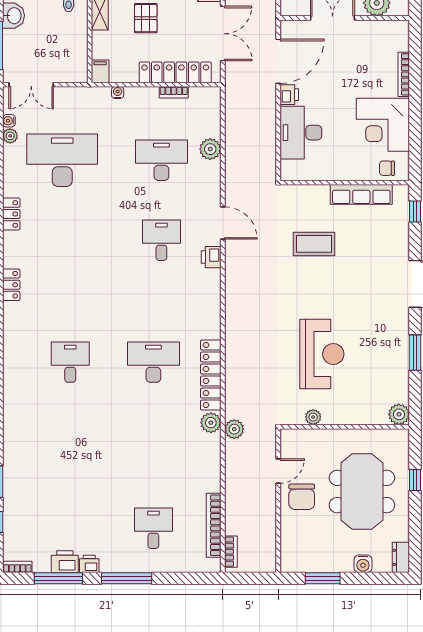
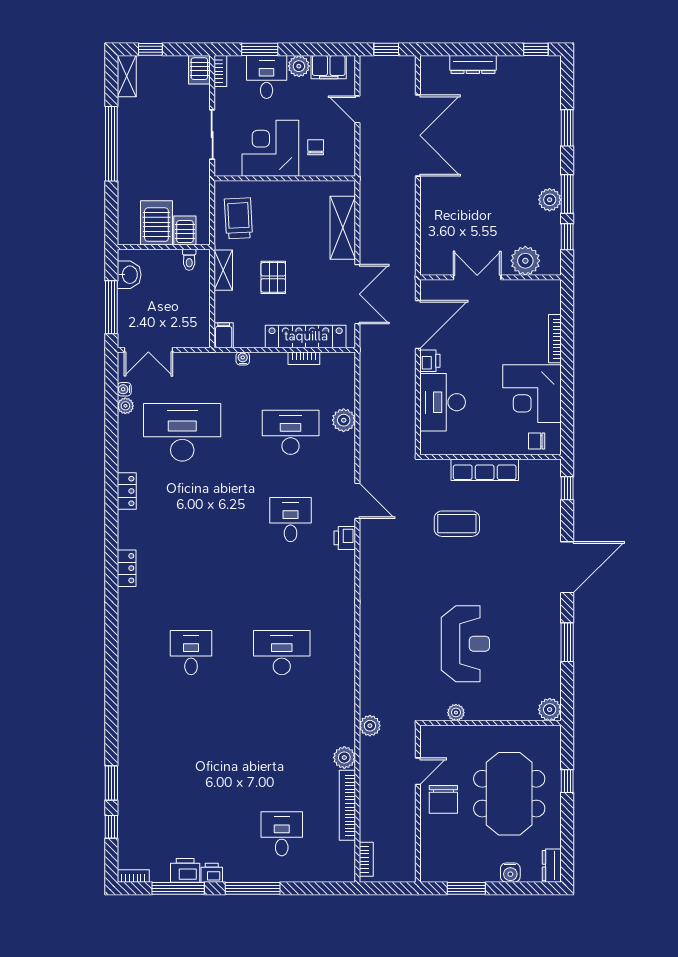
row of seats: (361, 194) -> (485, 470), moved
locker: (211, 375) -> (344, 667), removed
plant: (211, 423) -> (344, 758), moved
bookcase: (214, 525) -> (347, 805), moved

